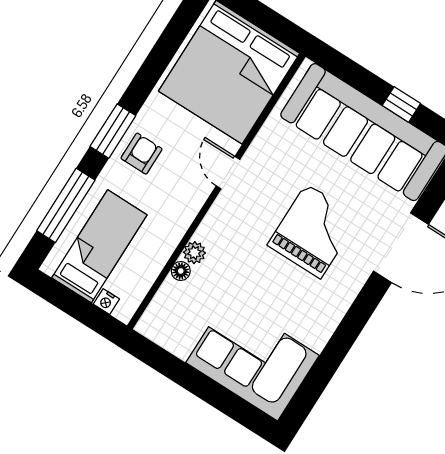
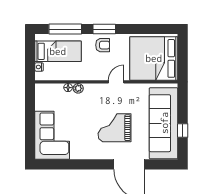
grand piano: (313, 231) -> (114, 128), turned 180

